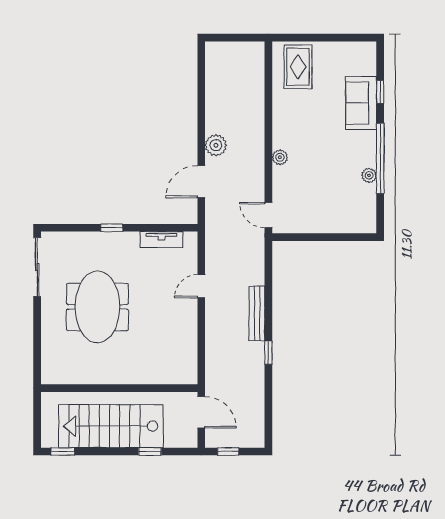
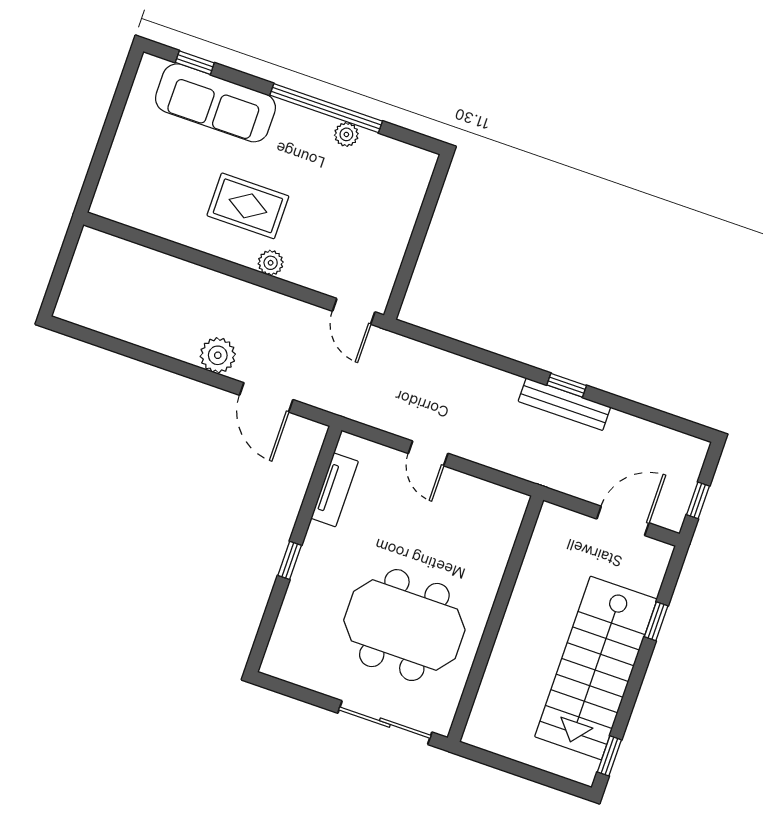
rug: (298, 67) -> (248, 206), moved
window: (380, 92) -> (195, 63), moved
sofa: (361, 103) -> (215, 103), width x1.36
door: (268, 215) -> (354, 311), hinge flipped
sliding door: (37, 267) -> (385, 723), moved
bench: (257, 313) -> (564, 404), moved
wall: (119, 388) -> (495, 619), moved

